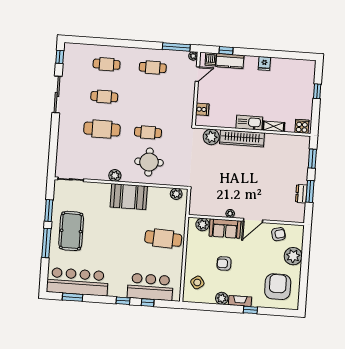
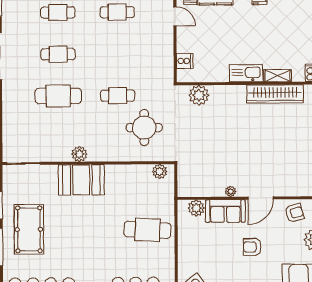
door: (197, 74) -> (175, 16), hinge flipped
wardrobe: (242, 138) -> (275, 94), moved
round table: (149, 162) -> (144, 128), moved
booth: (129, 197) -> (81, 180), moved
armchair: (224, 263) -> (252, 247), moved

